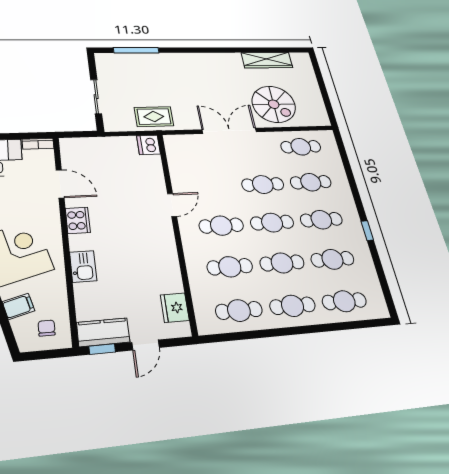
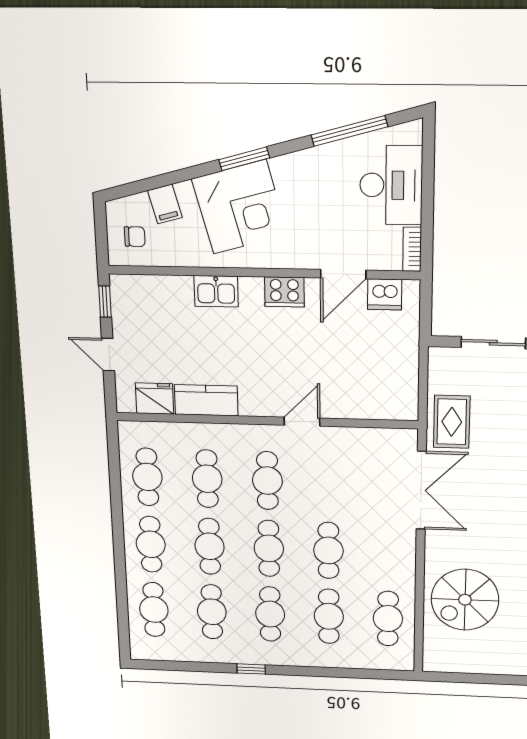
double door: (229, 131) -> (421, 490), moved
dishwasher: (149, 145) -> (385, 294), moved, turned 180
door: (172, 205) -> (302, 422), swing flipped
kitchen counter: (103, 332) -> (206, 400), moved, turned -90

